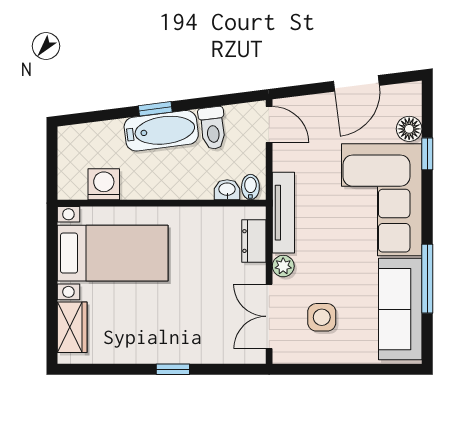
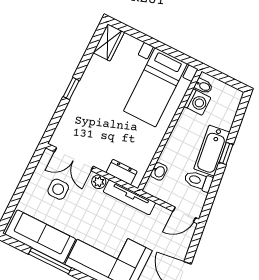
bidet: (250, 187) -> (204, 86), moved
double door: (269, 316) -> (74, 159), swing flipped
wardrobe: (72, 327) -> (109, 42), moved, turned -90

